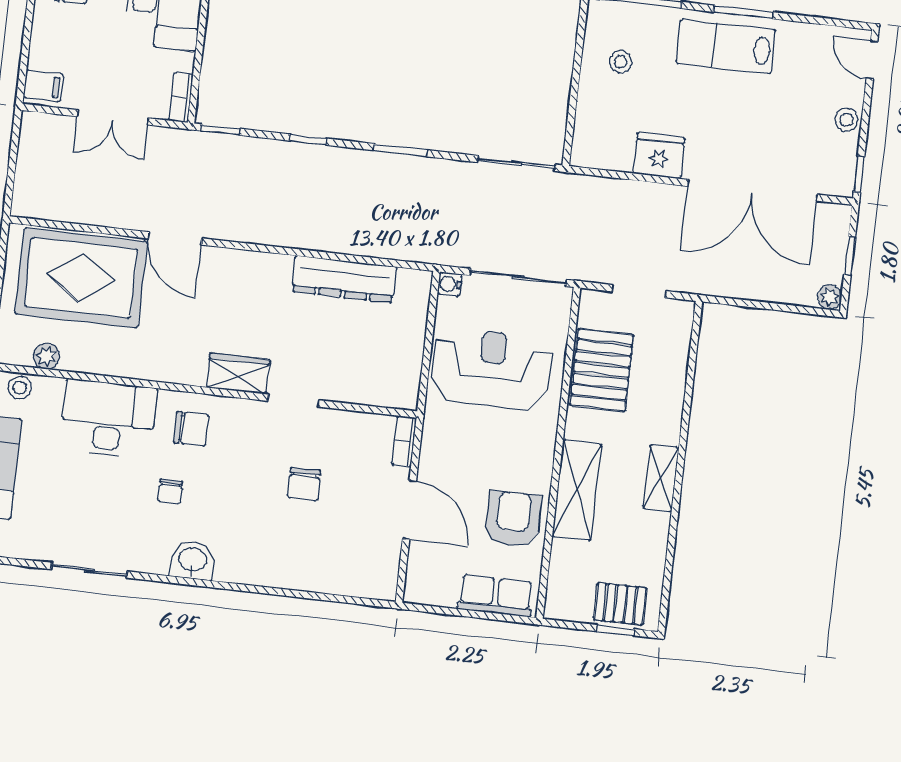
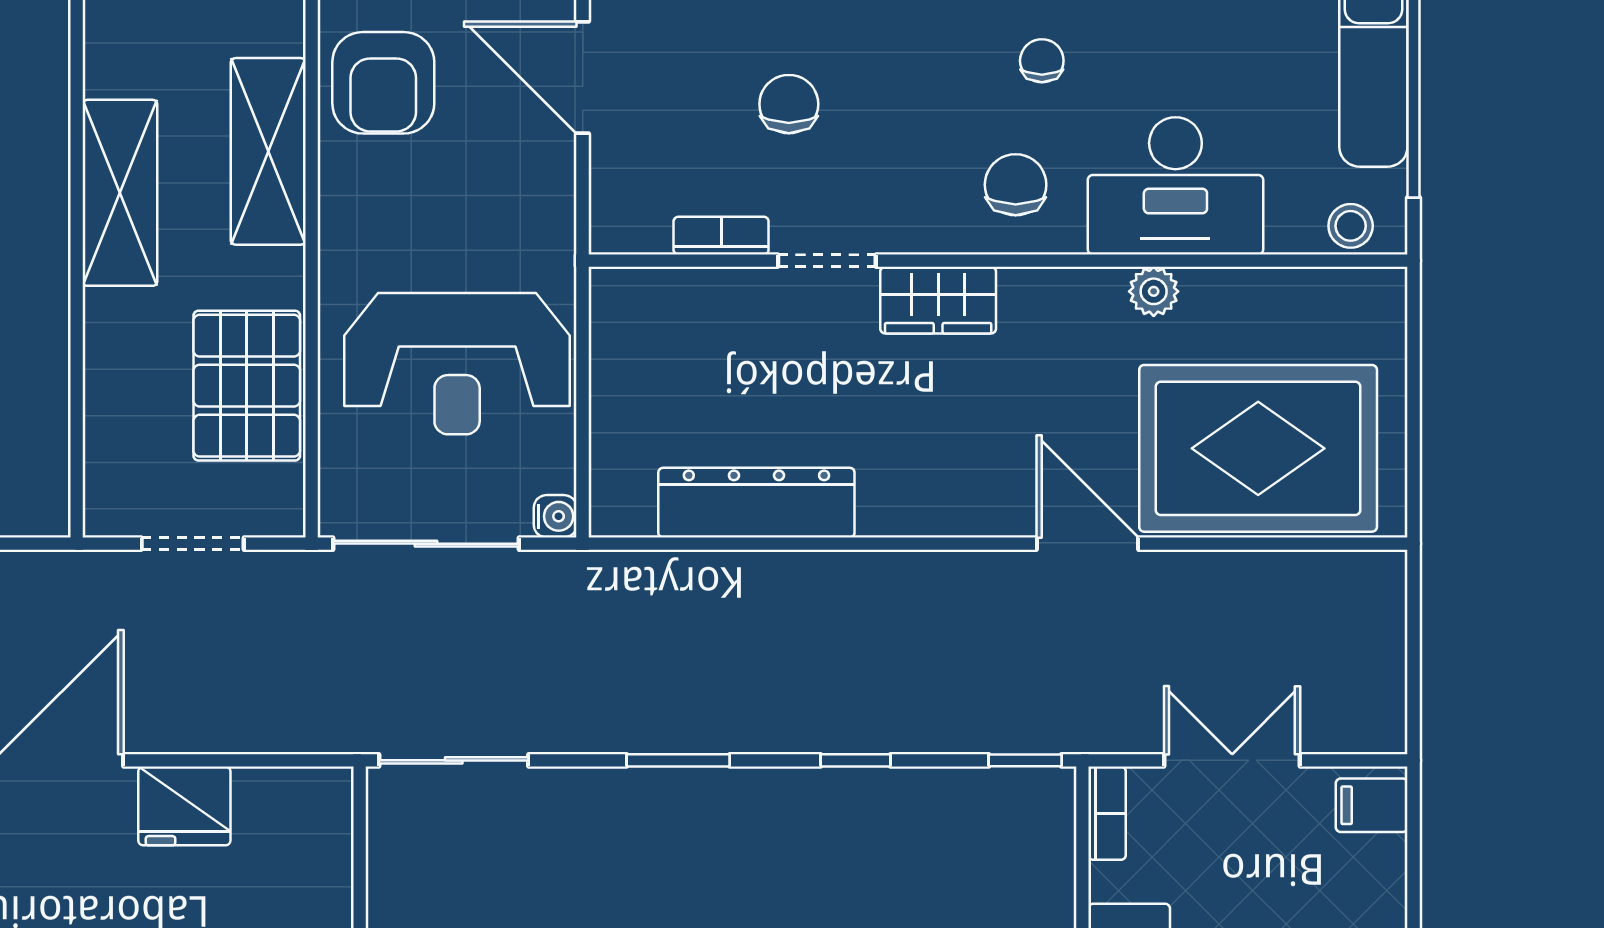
plant: (46, 356) -> (1154, 291), moved
chair: (191, 429) -> (1016, 185), turned 90
bookcase: (404, 441) -> (721, 236), moved, turned -90
shelving: (661, 478) -> (120, 193), width x1.50, depth x1.33

